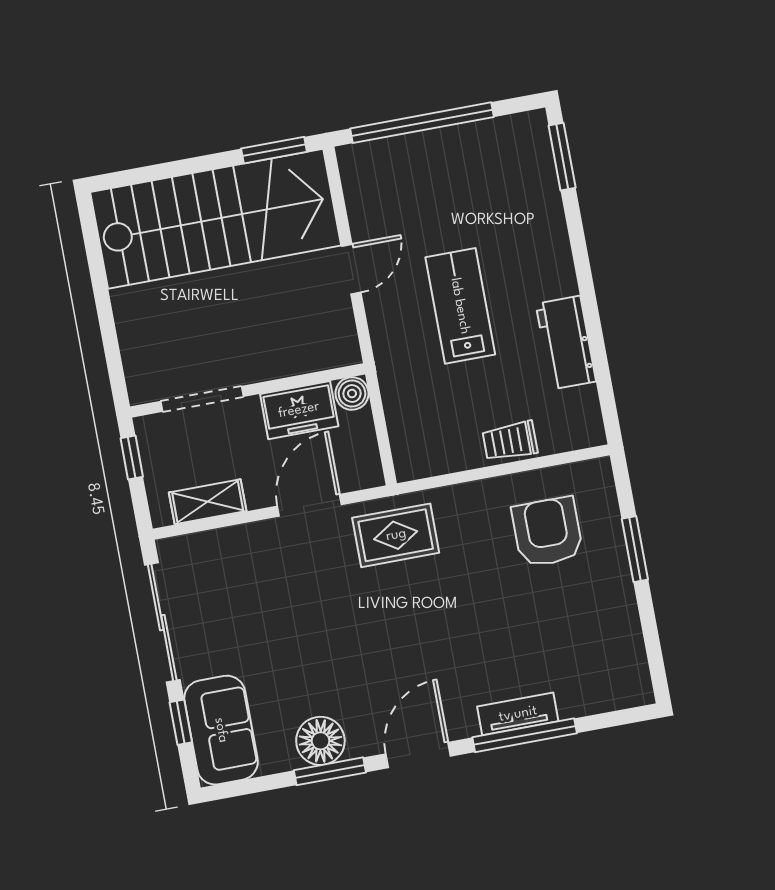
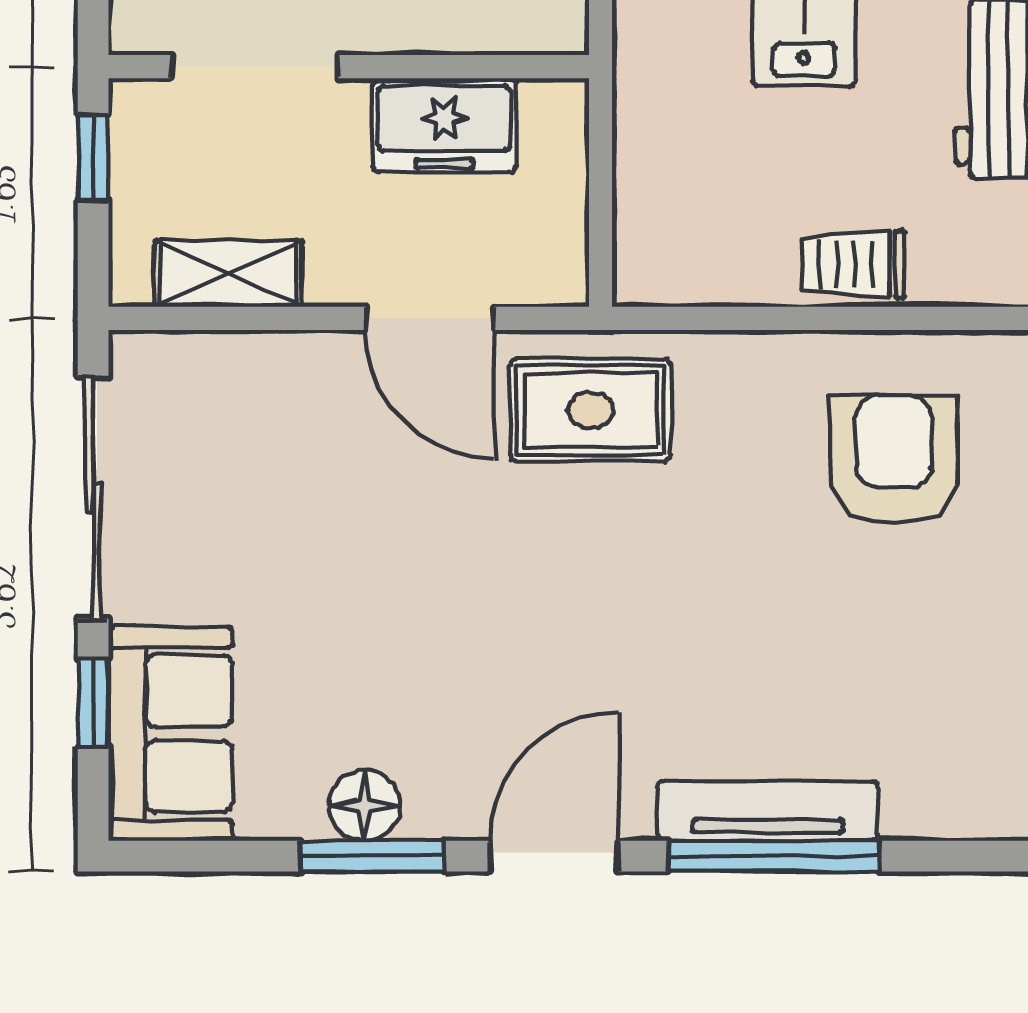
boiler: (352, 394) -> (556, 111), removed
door: (309, 505) -> (430, 318), swing flipped
tv unit: (518, 714) -> (768, 811), width x1.41
floor lamp: (320, 741) -> (365, 805), width x0.73, depth x0.73

